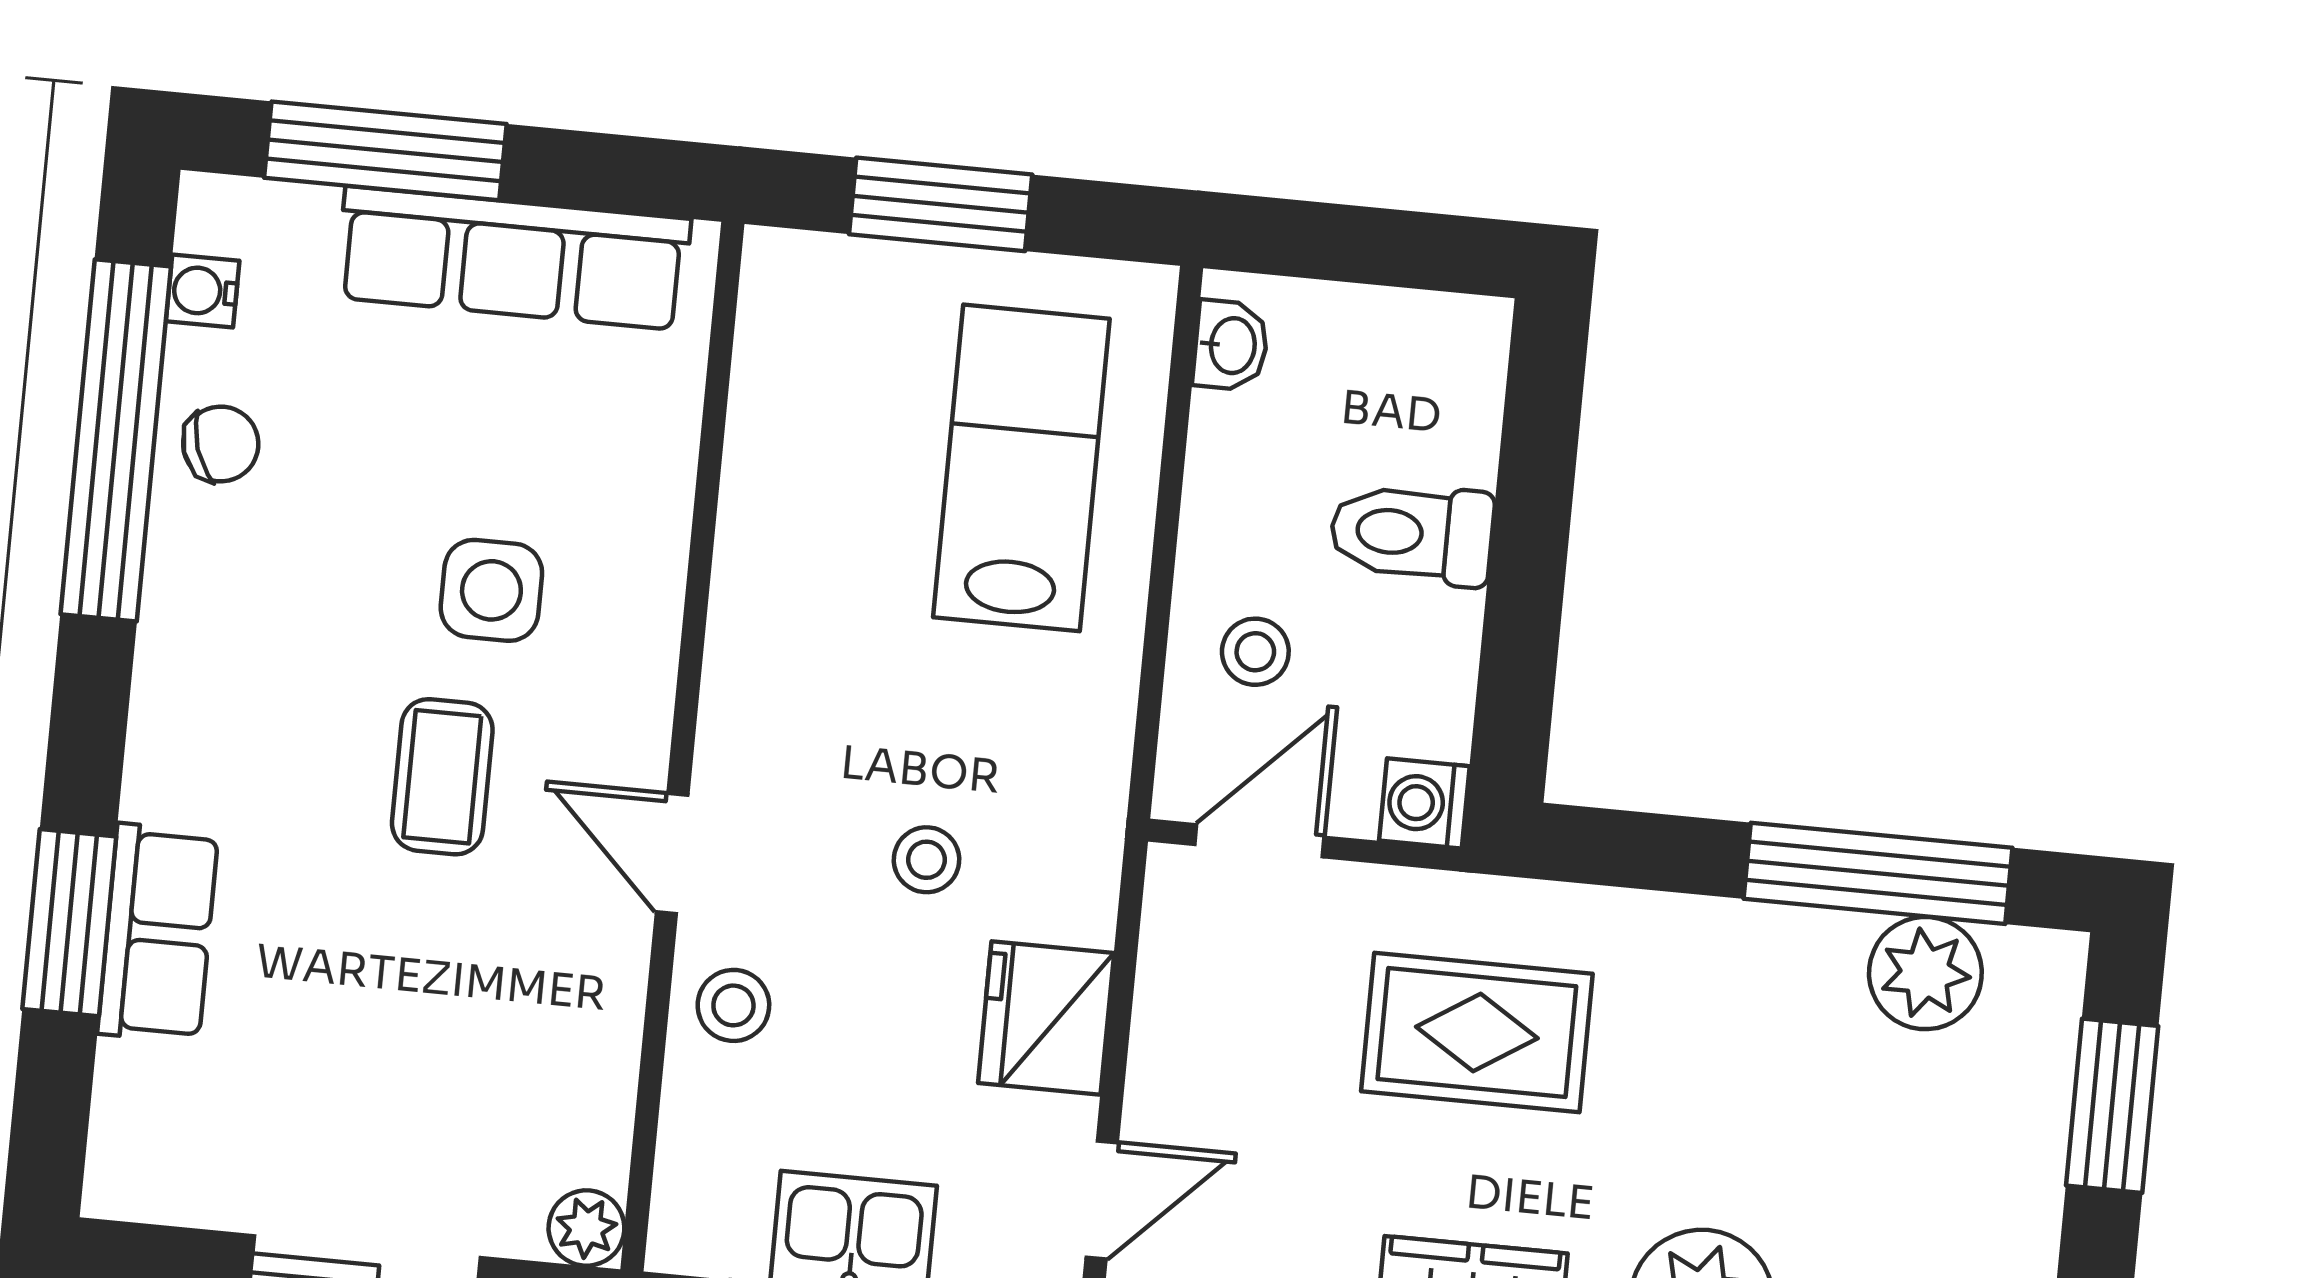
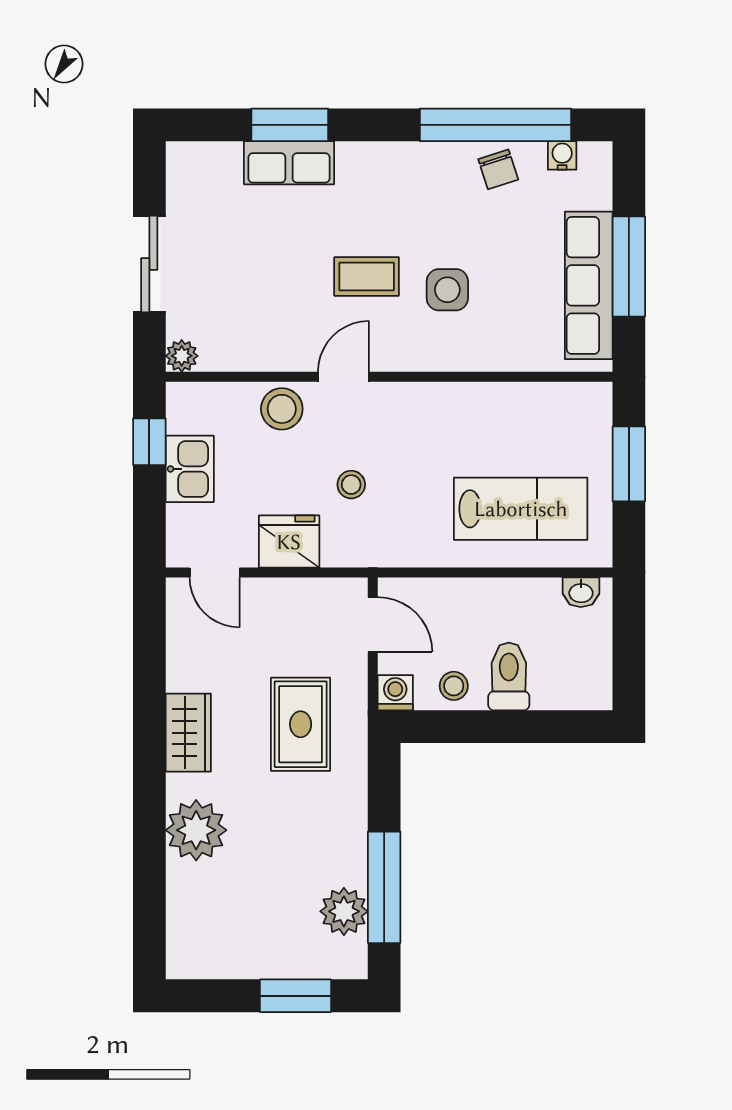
window: (385, 151) -> (629, 266), moved
stool: (1255, 652) -> (454, 686), moved
stool: (733, 1005) -> (282, 409), width x1.37, depth x1.37

